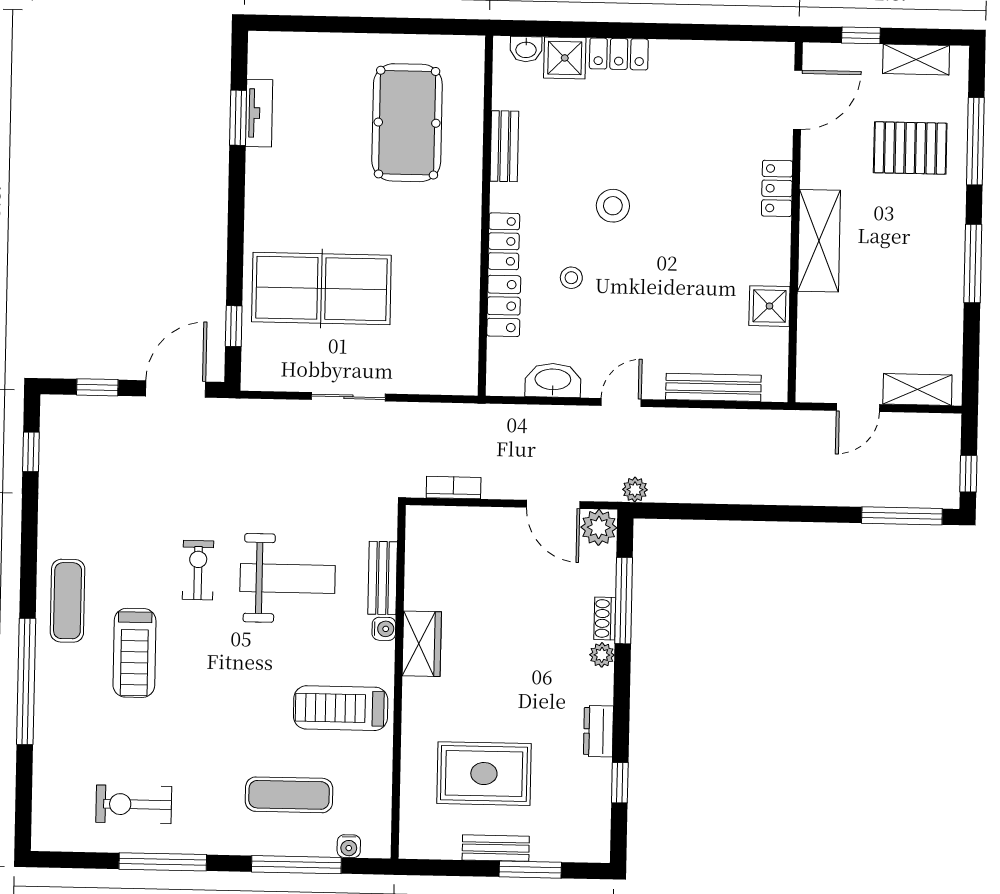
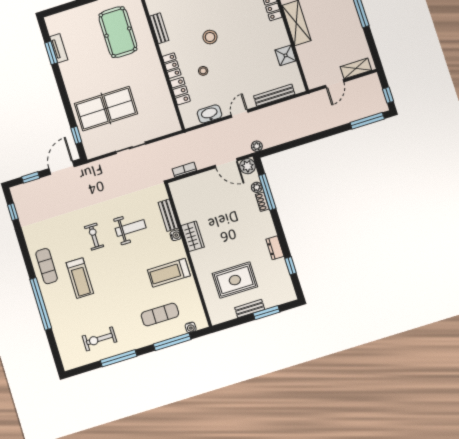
weight bench: (288, 578) -> (131, 228), width x0.73, depth x0.75
plant: (602, 655) -> (257, 187), moved

